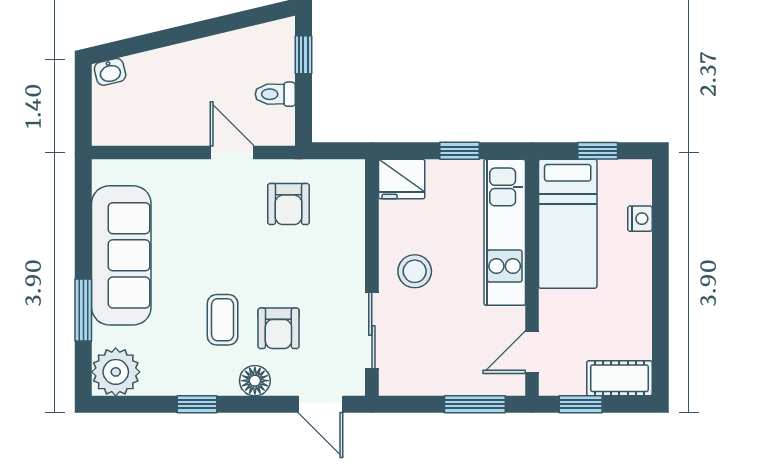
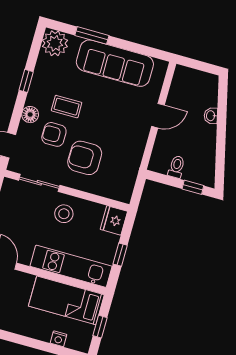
washbasin: (110, 72) -> (211, 116), moved
door: (232, 152) -> (158, 116), moved
armchair: (289, 204) -> (85, 158), moved, width x1.38, depth x1.38

